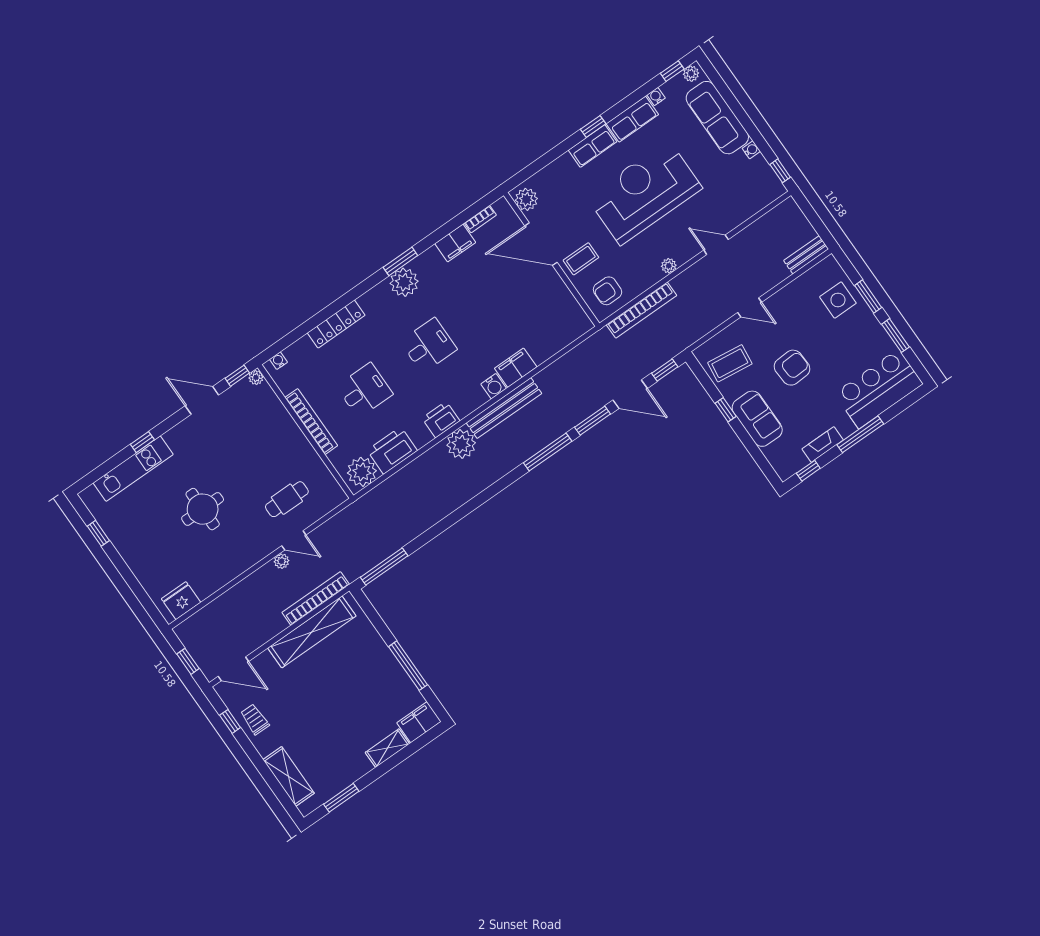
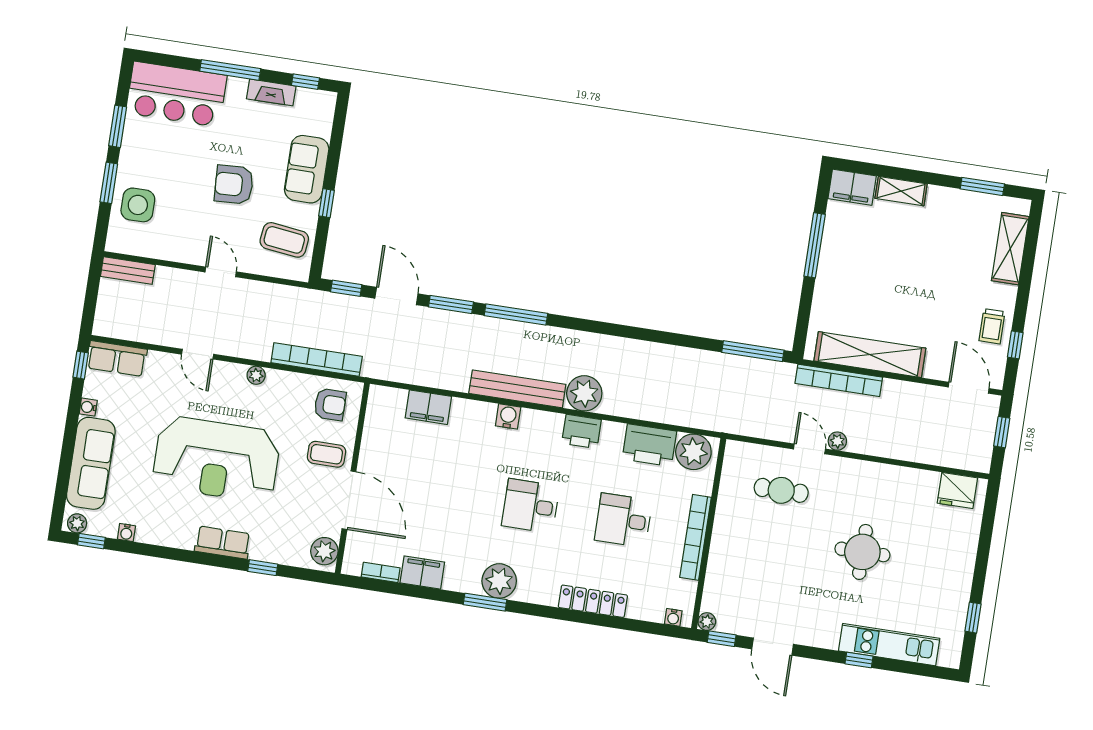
row of seats: (632, 119) -> (117, 359), moved, turned 180
window: (593, 126) -> (263, 568), moved
filing cabinet: (516, 368) -> (428, 407), moved

